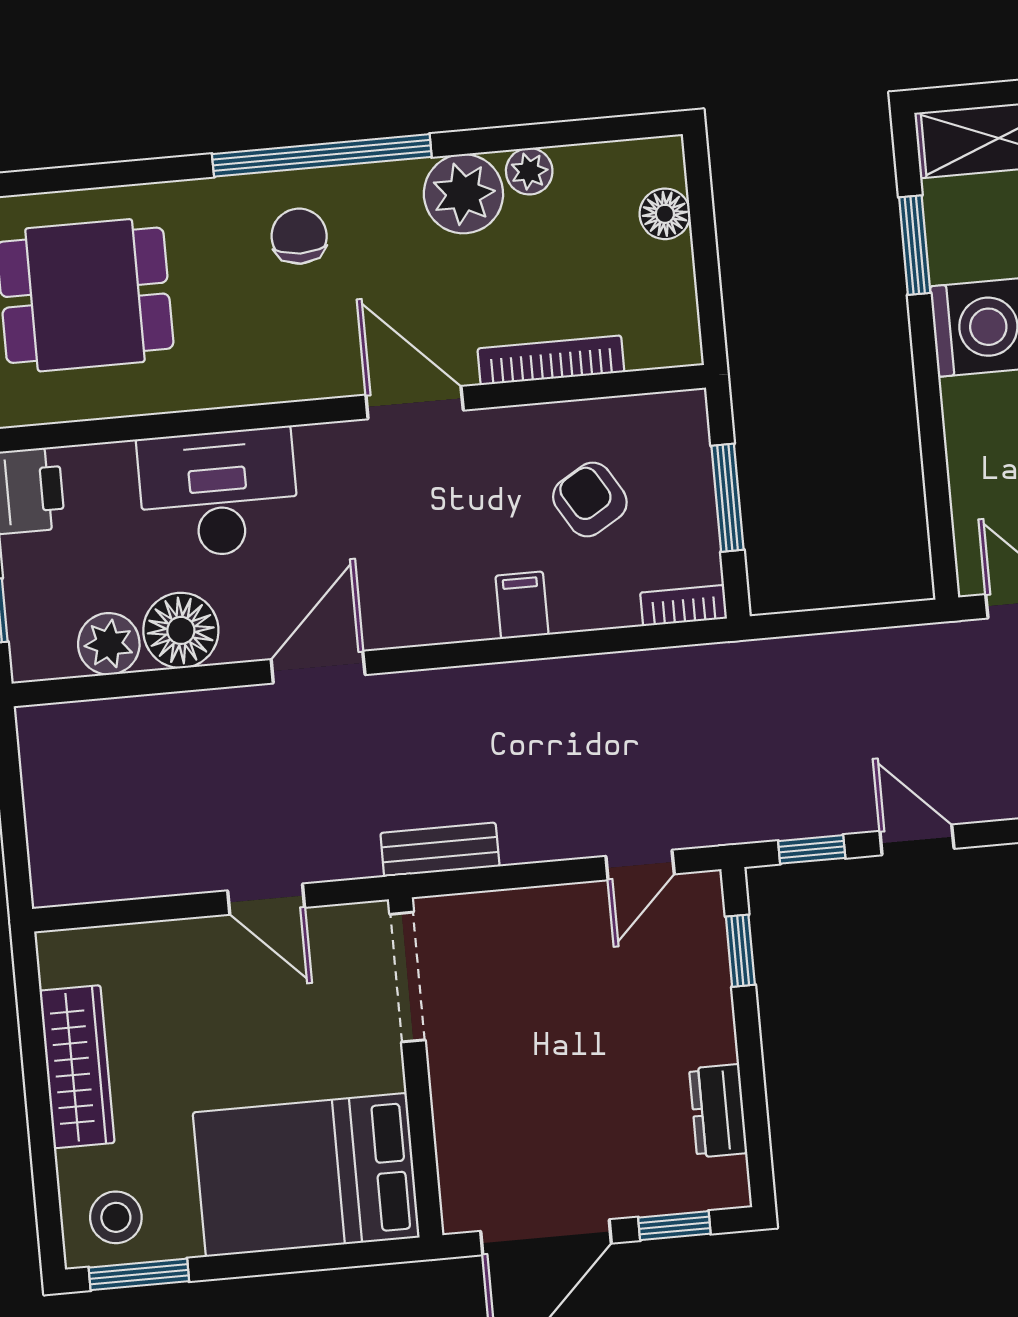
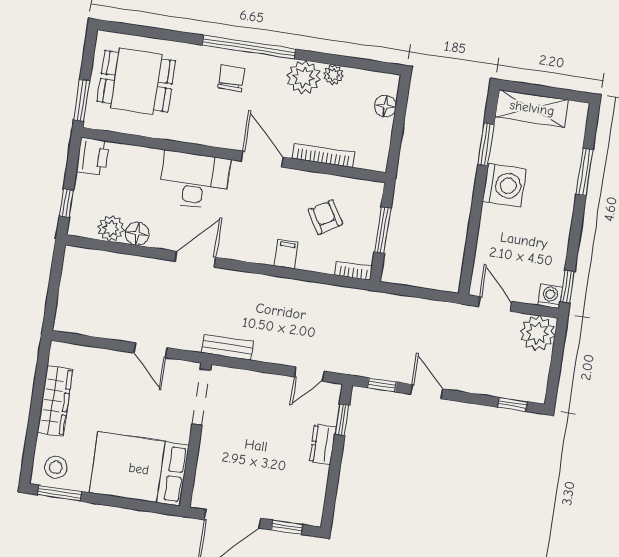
desk: (218, 493) -> (194, 180), moved
floor lamp: (181, 630) -> (137, 234), width x0.73, depth x0.73
dresser: (718, 1111) -> (323, 444), moved

